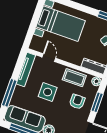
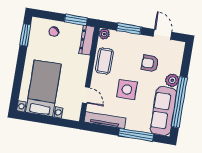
door: (49, 58) -> (86, 95), swing flipped
armchair: (77, 102) -> (150, 63), moved

